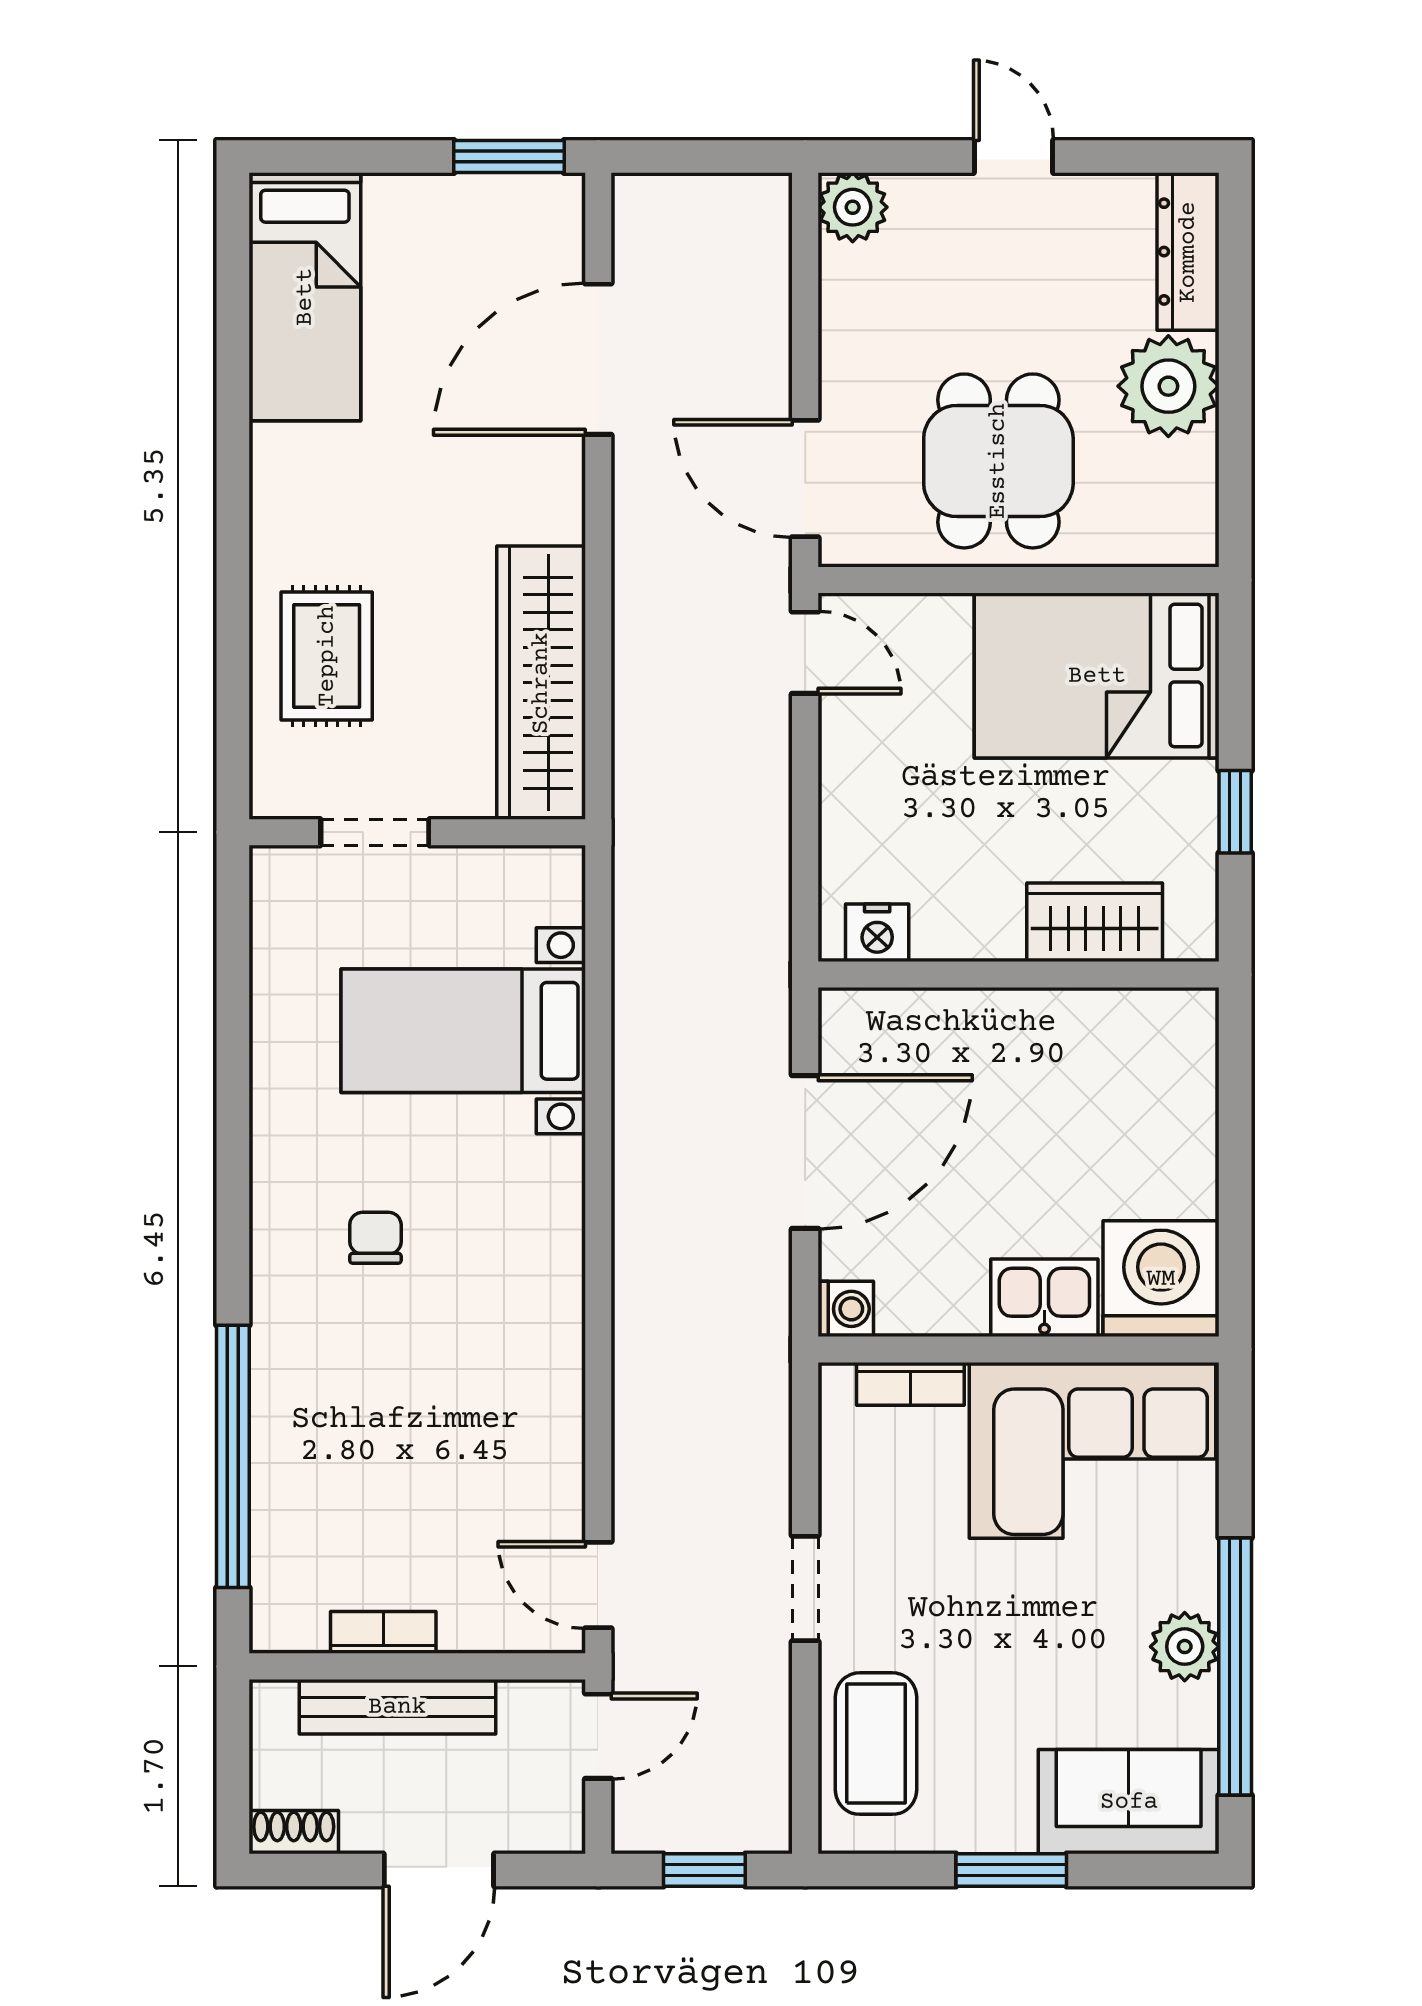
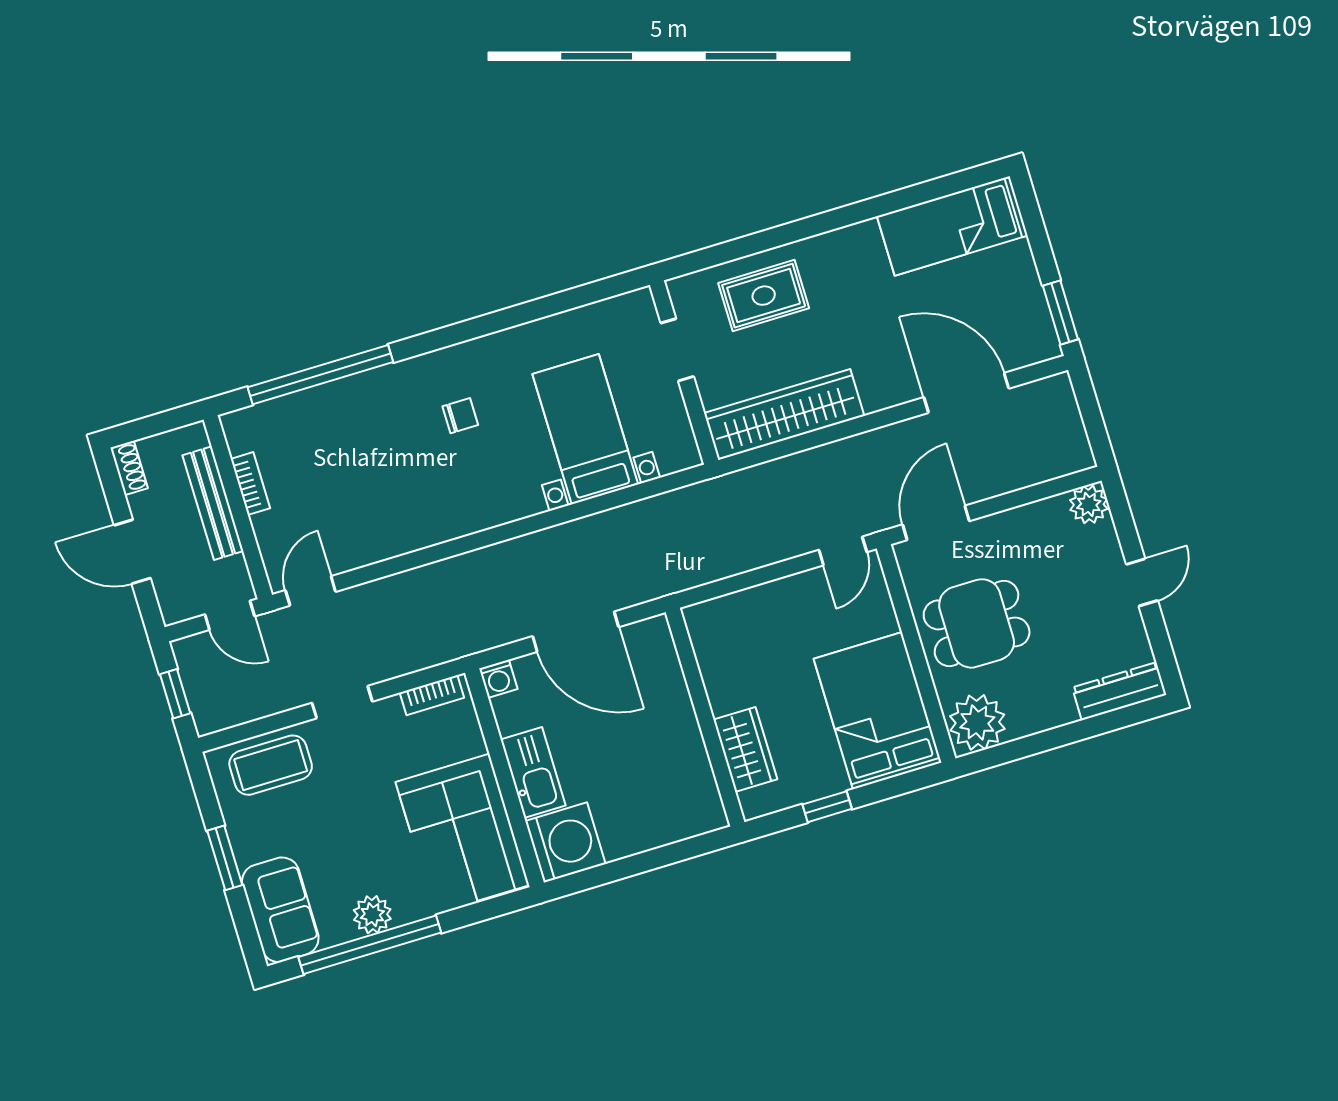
plant: (1168, 386) -> (977, 722), moved
nightstand: (877, 933) -> (705, 635), removed
kitchen sink: (1044, 1298) -> (533, 772), width x1.38
bookcase: (910, 1384) -> (432, 695), moved, turned -90

